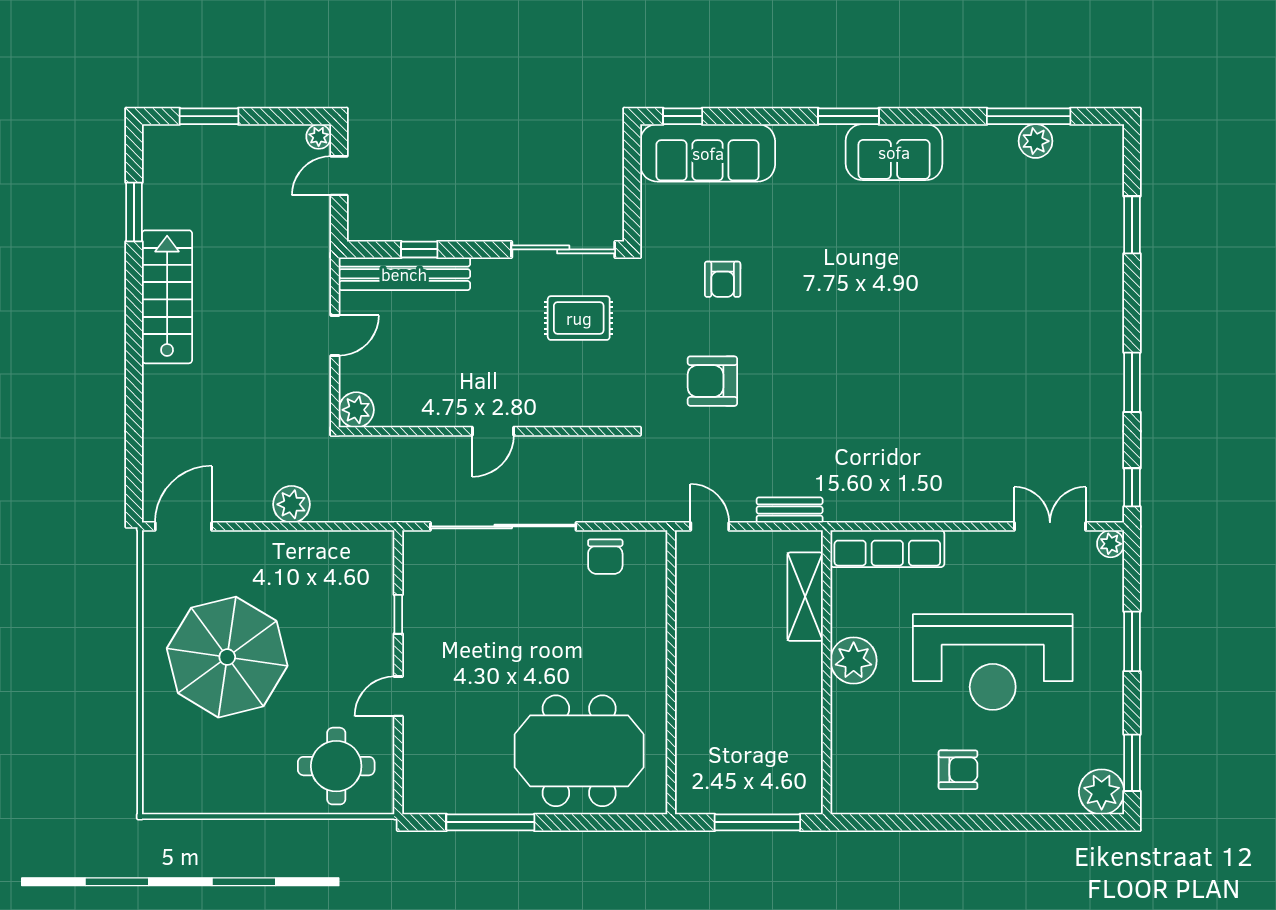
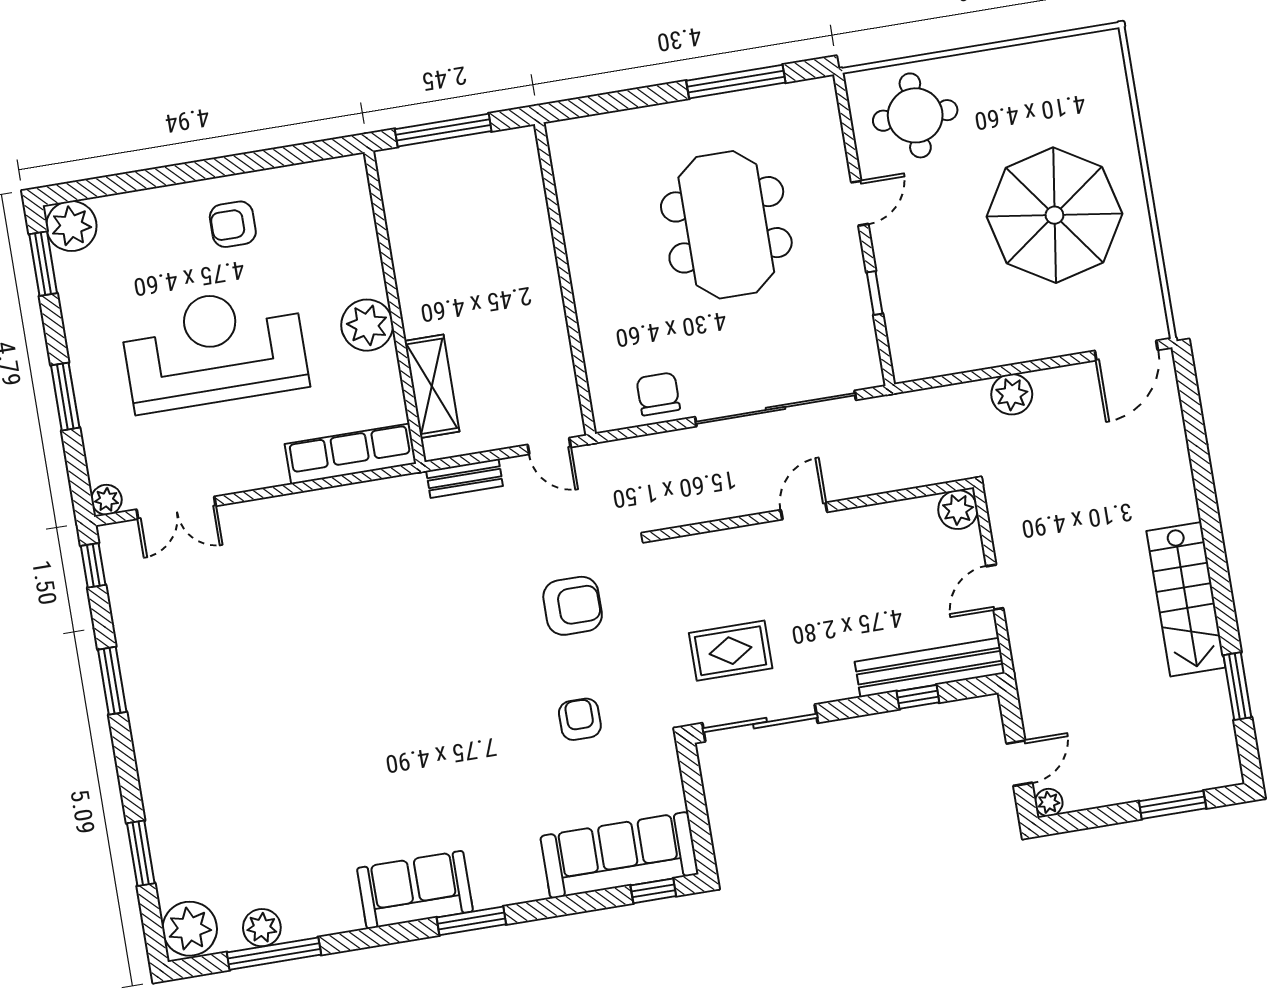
plant: (1100, 151) -> (190, 929), added
meeting table: (579, 751) -> (726, 225), moved, turned 90

